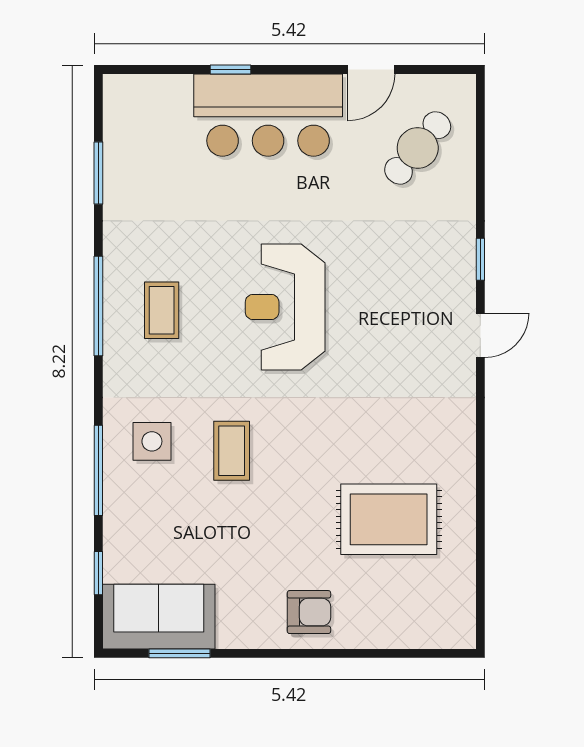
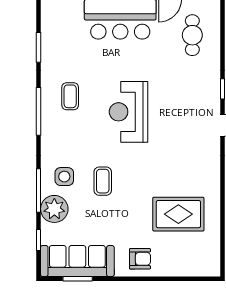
cafe table: (418, 148) -> (192, 35), turned -40
coffee table: (162, 310) -> (70, 96), moved
plant: (131, 509) -> (54, 209), added
sofa: (159, 617) -> (77, 261), width x1.36

